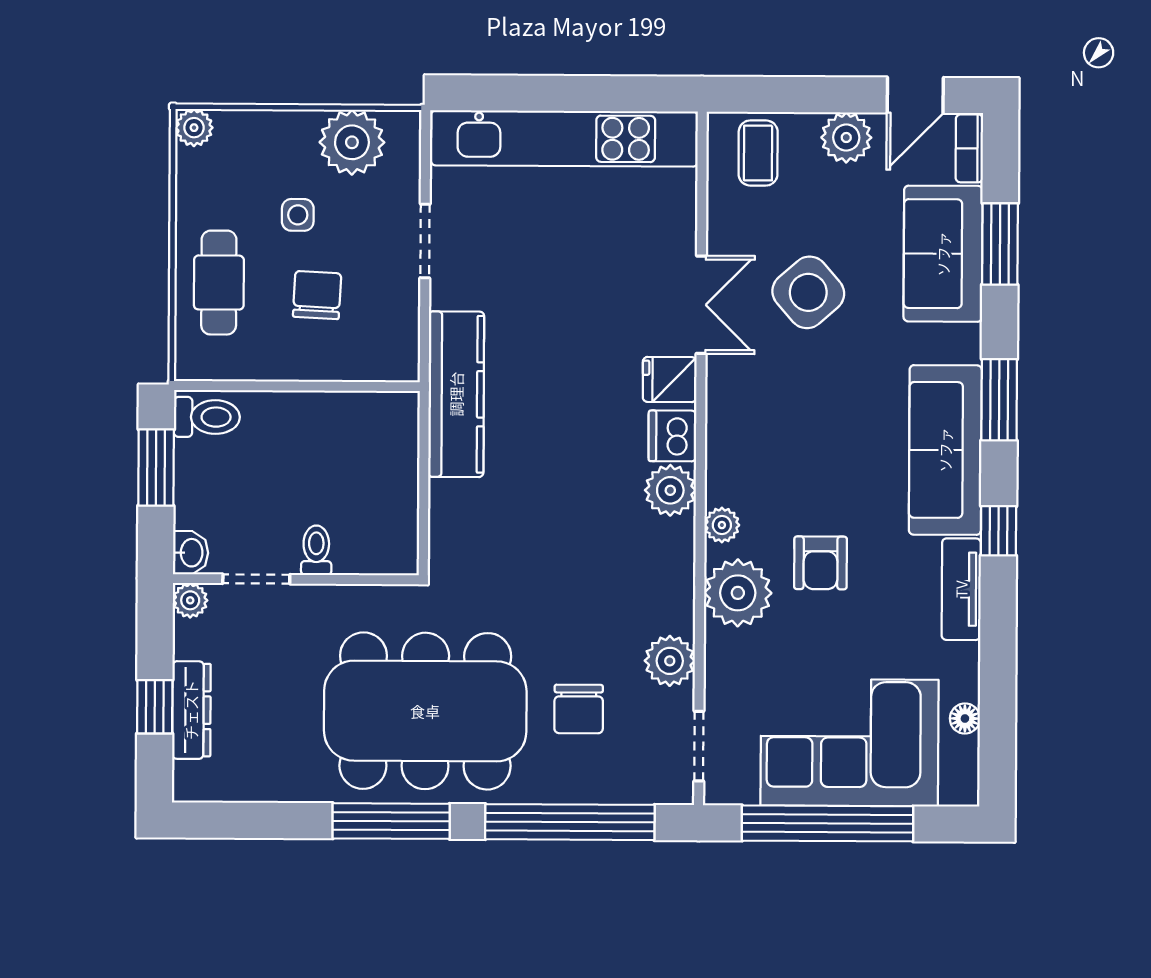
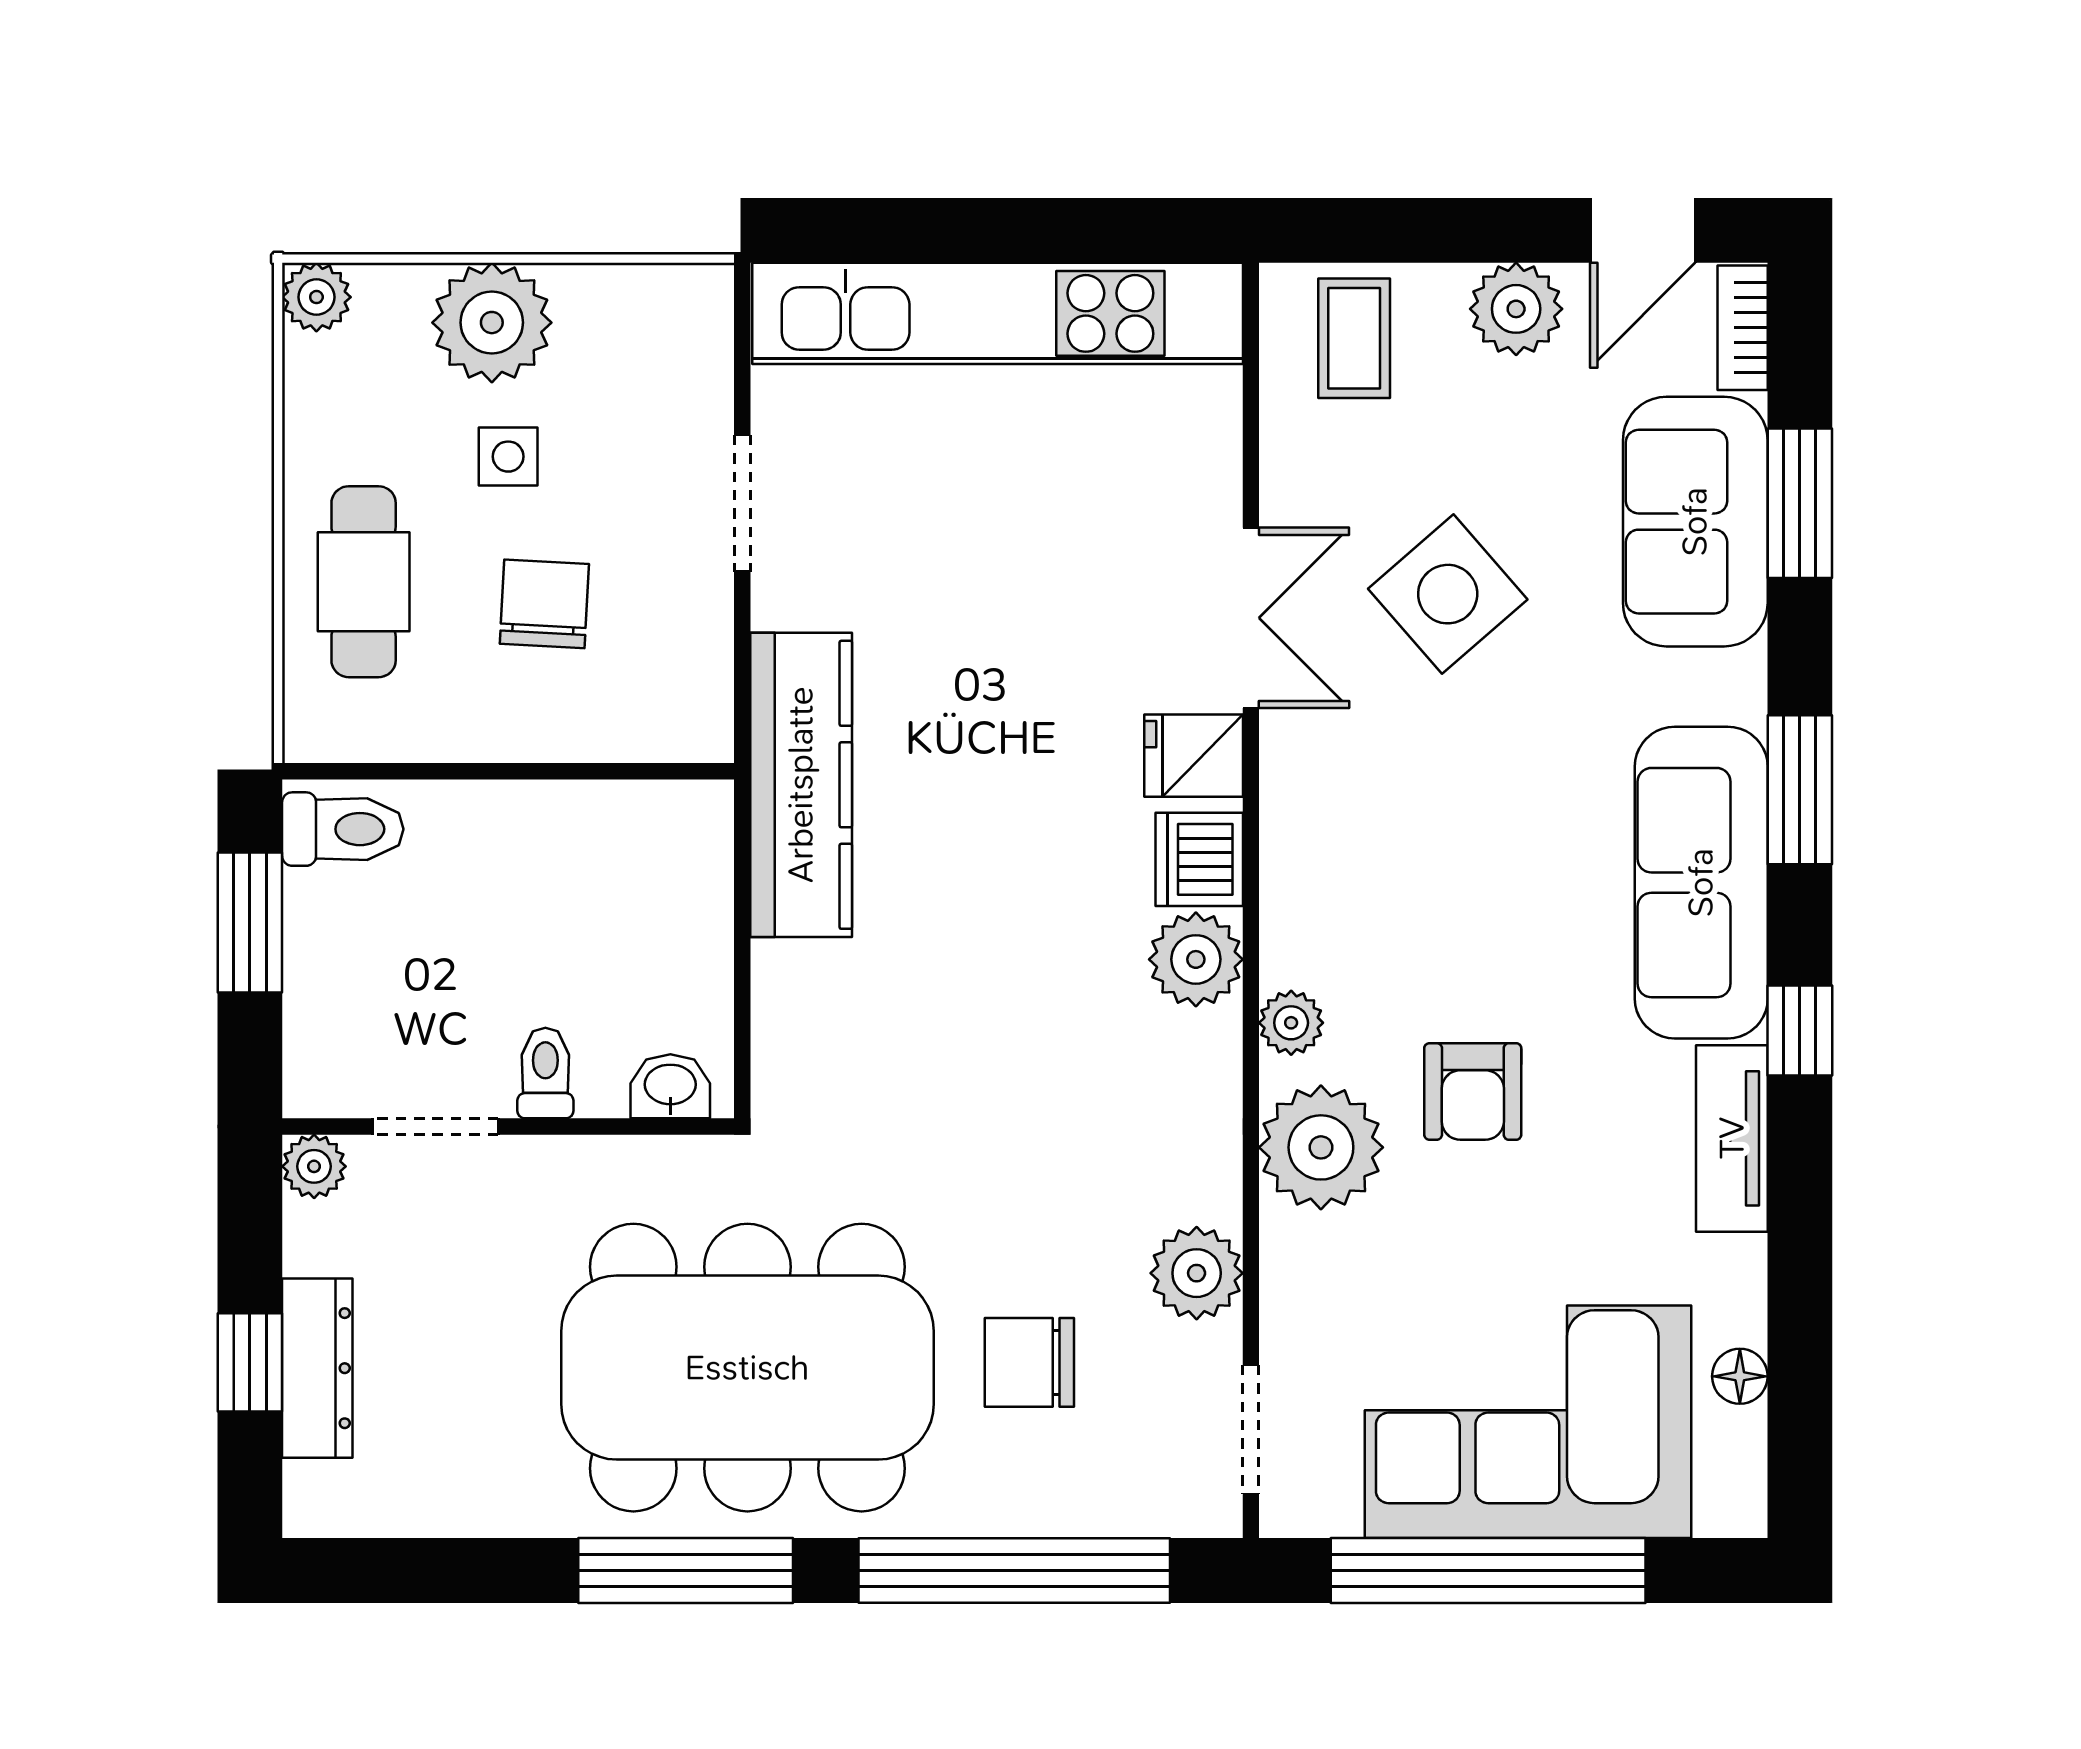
plant: (352, 142) -> (492, 323), moved
washbasin: (191, 553) -> (670, 1086), moved, turned -90
chair: (579, 709) -> (1029, 1362), turned 90

